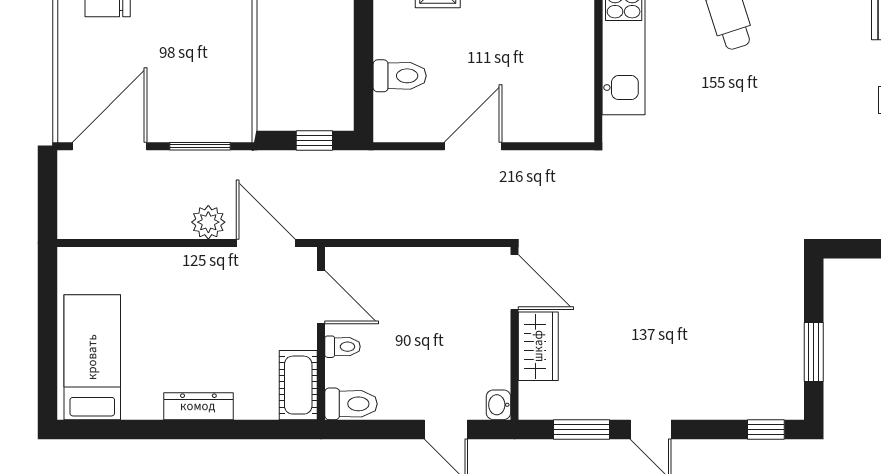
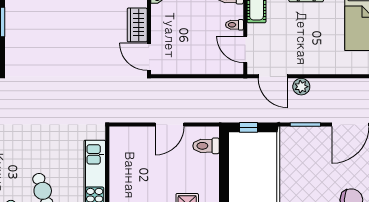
toilet: (400, 76) -> (206, 146), moved

